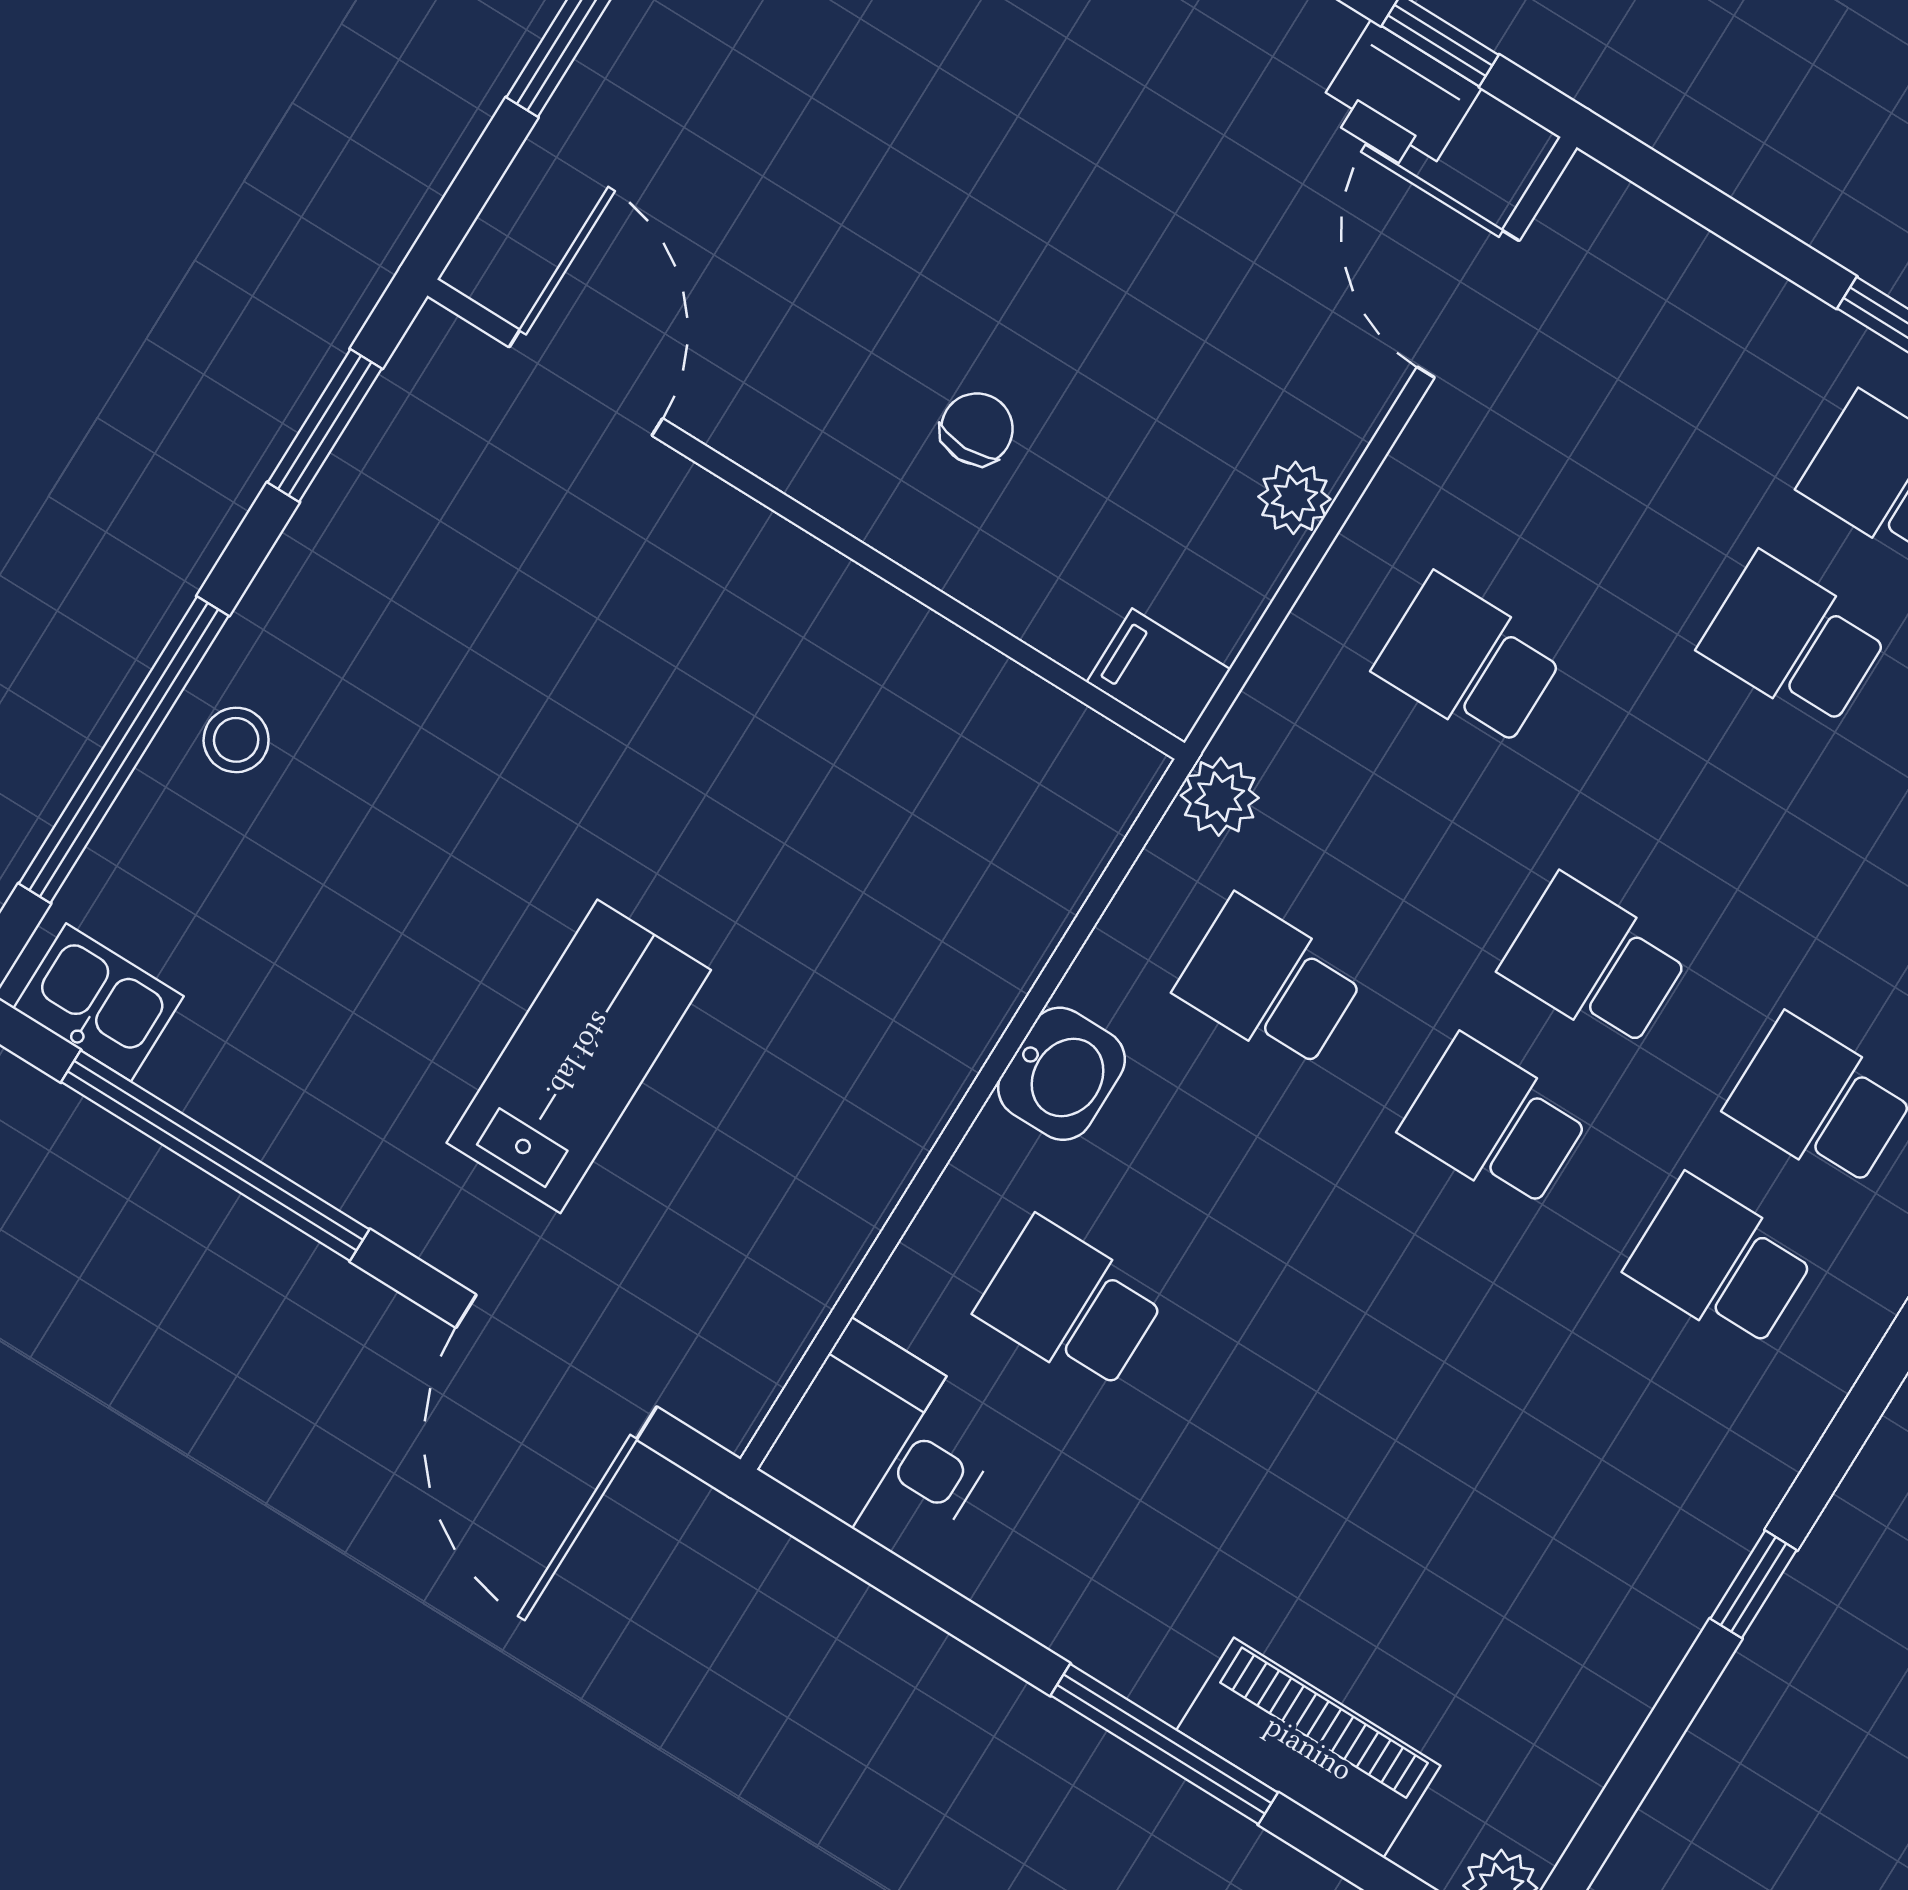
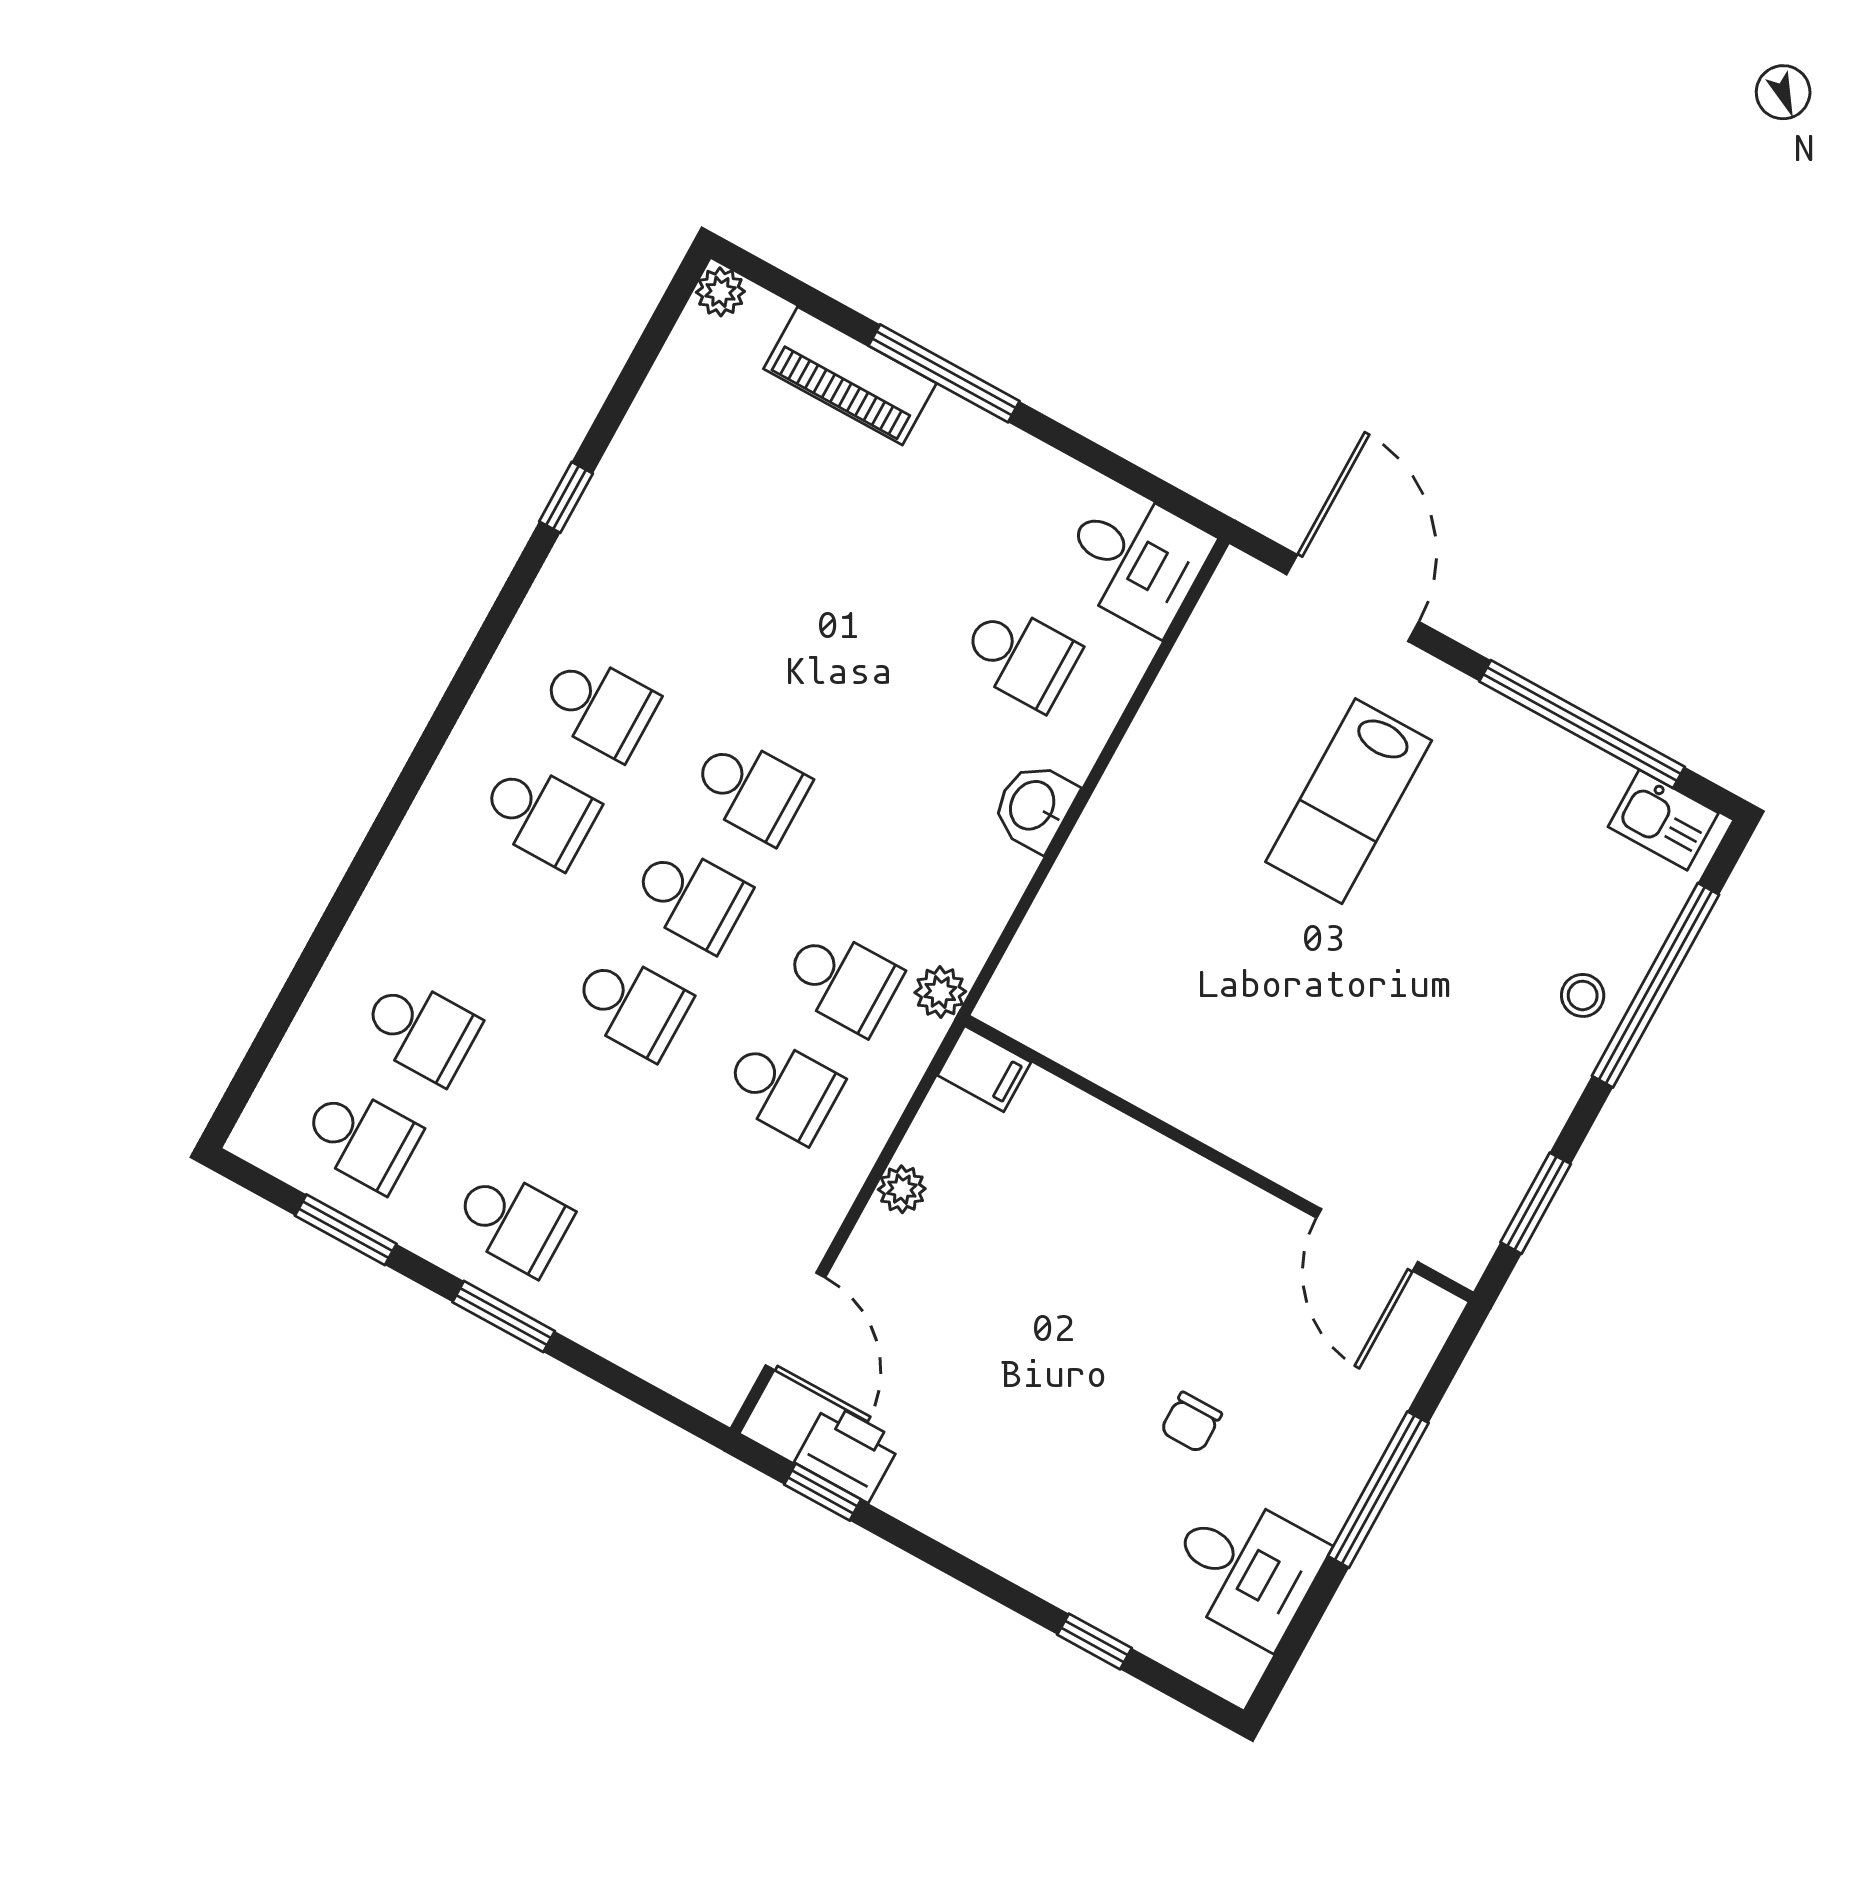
chair: (977, 429) -> (1191, 1422), moved
school desk: (1794, 641) -> (631, 1005), moved
school desk: (1269, 983) -> (842, 980), moved

